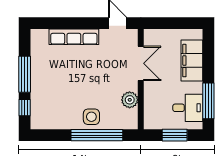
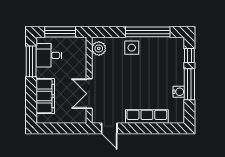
water cooler: (37, 66) -> (179, 92), added
plant: (130, 100) -> (99, 48), moved
window: (97, 135) -> (148, 32), moved
window: (175, 135) -> (60, 32), width x1.44

